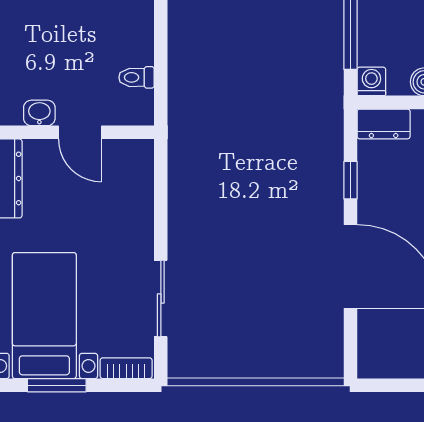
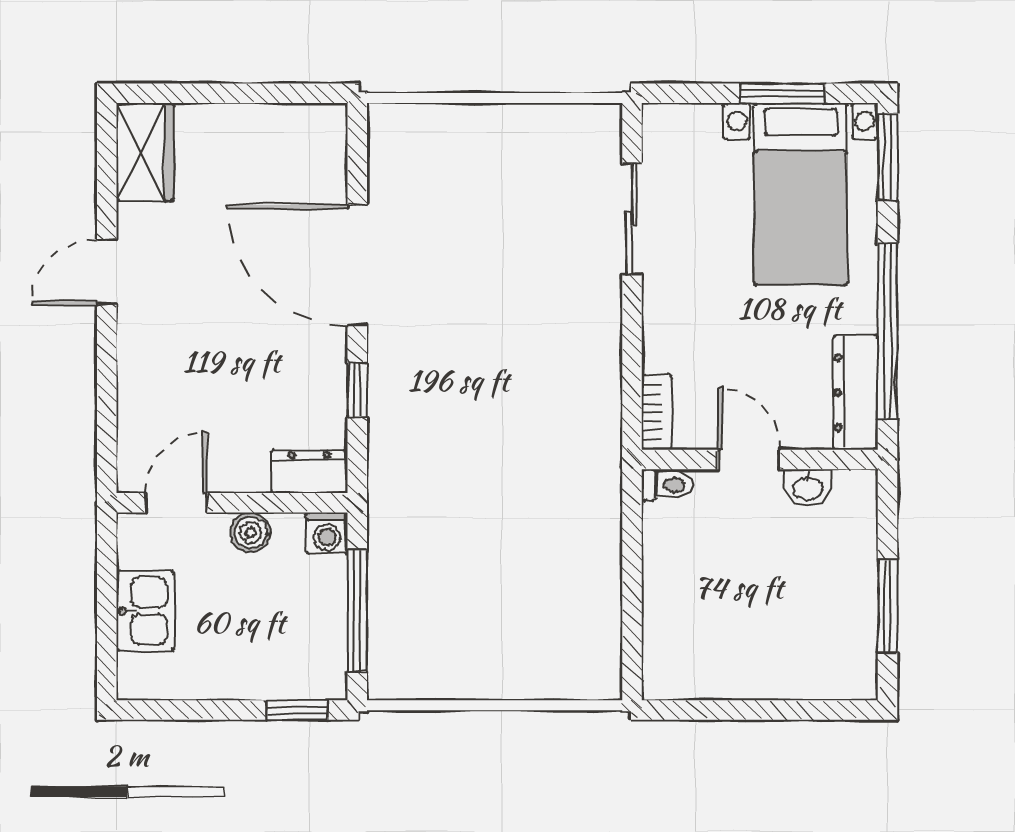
toilet: (136, 77) -> (667, 485), moved
bookcase: (126, 368) -> (657, 412), moved, turned -90

